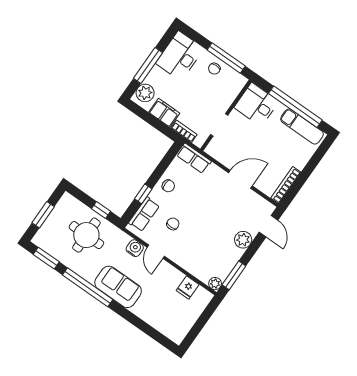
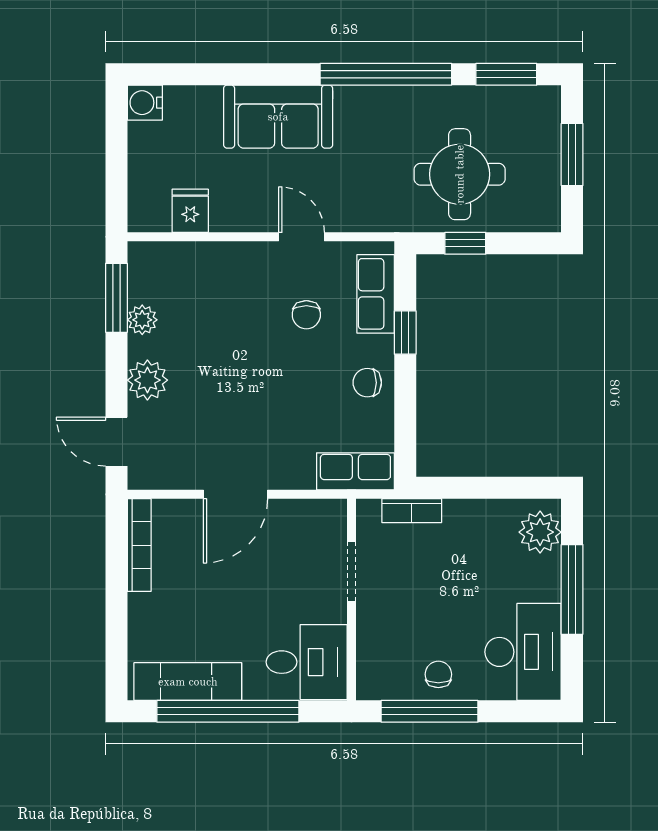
filing cabinet: (164, 113) -> (476, 519), removed
water cooler: (135, 248) -> (145, 103), moved, turned 90
plant: (215, 284) -> (142, 320), moved
sofa: (118, 287) -> (278, 117), moved

